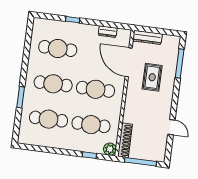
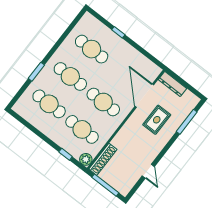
dresser: (108, 32) -> (142, 60), removed

